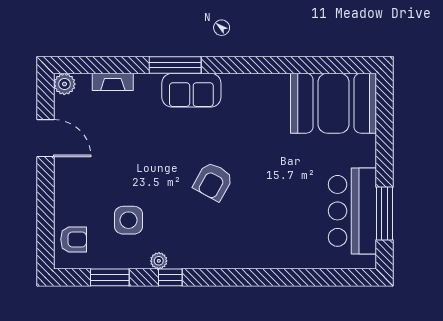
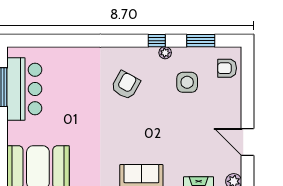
armchair: (213, 181) -> (126, 85), moved

